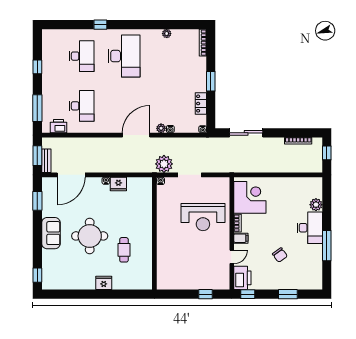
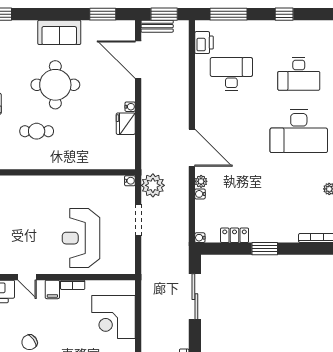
desk: (82, 106) -> (231, 74), turned 180
corner desk: (250, 197) -> (113, 317), moved, turned 90

